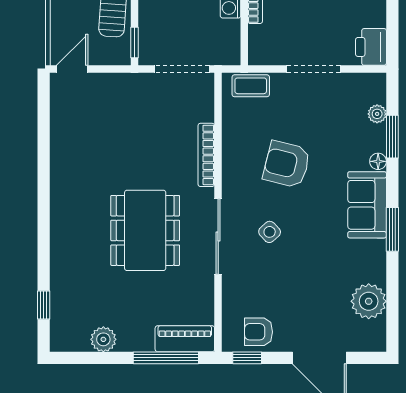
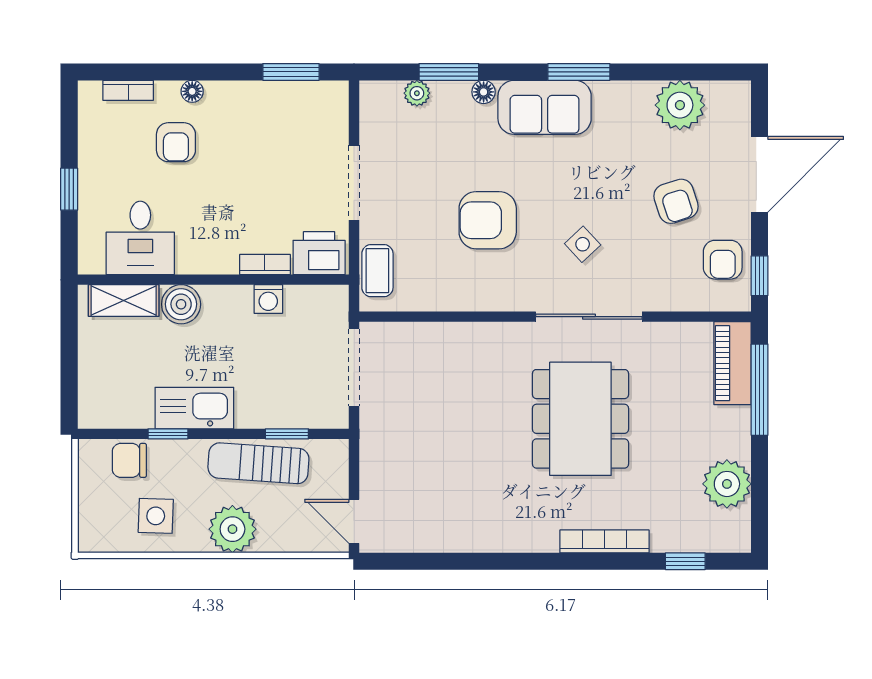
window: (392, 24) -> (291, 72), added
window: (134, 43) -> (287, 434), moved
printer: (371, 47) -> (319, 253), moved, turned 180
bookcase: (206, 155) -> (605, 541), moved, turned 180
armchair: (287, 164) -> (488, 220), turned 76
dining table: (145, 230) -> (580, 419), turned 90
armchair: (300, 298) -> (676, 201), added
plant: (103, 339) -> (727, 484), width x1.36, depth x1.36

